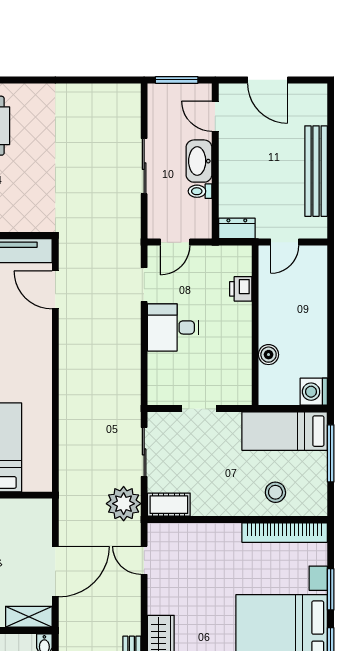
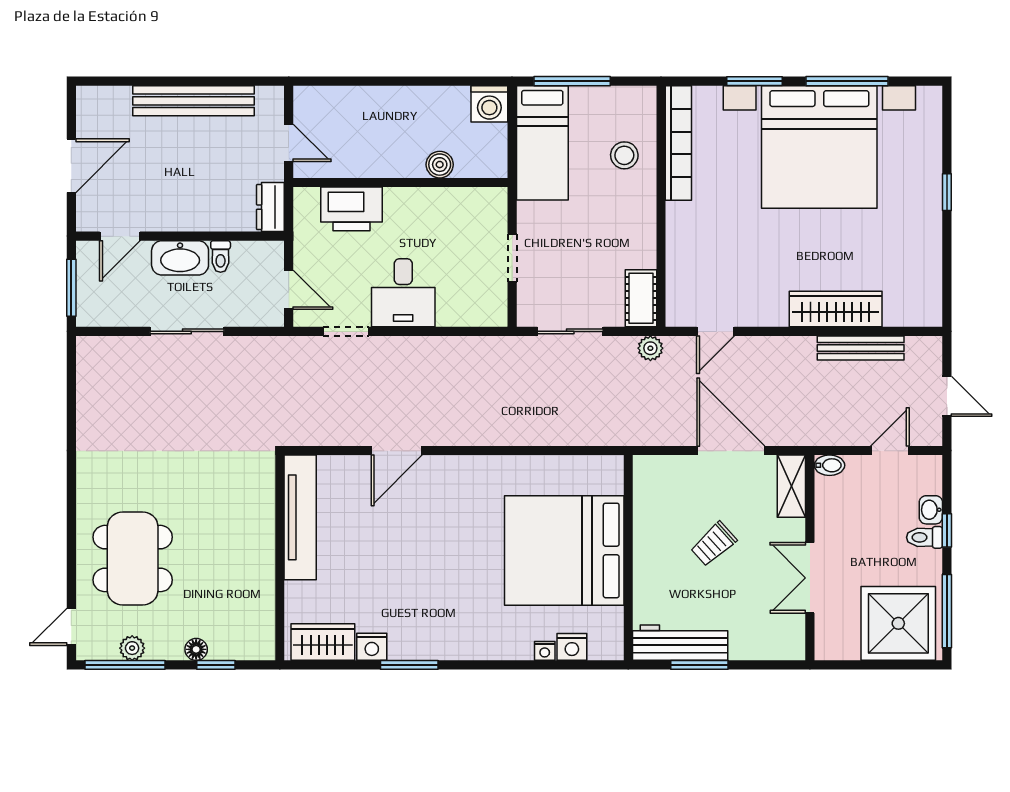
printer: (241, 289) -> (351, 209), width x1.87, depth x1.48
door: (55, 290) -> (397, 451), moved
plant: (124, 504) -> (650, 348), width x0.53, depth x0.53

